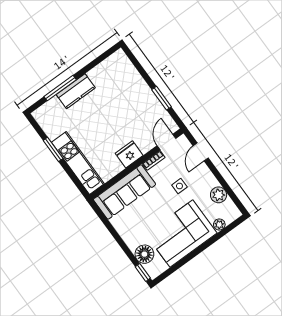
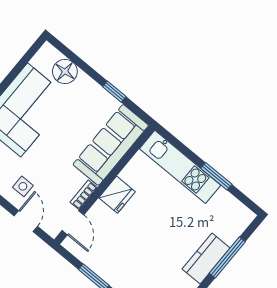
side table: (179, 186) -> (23, 186), moved
window: (143, 272) -> (114, 92), moved

